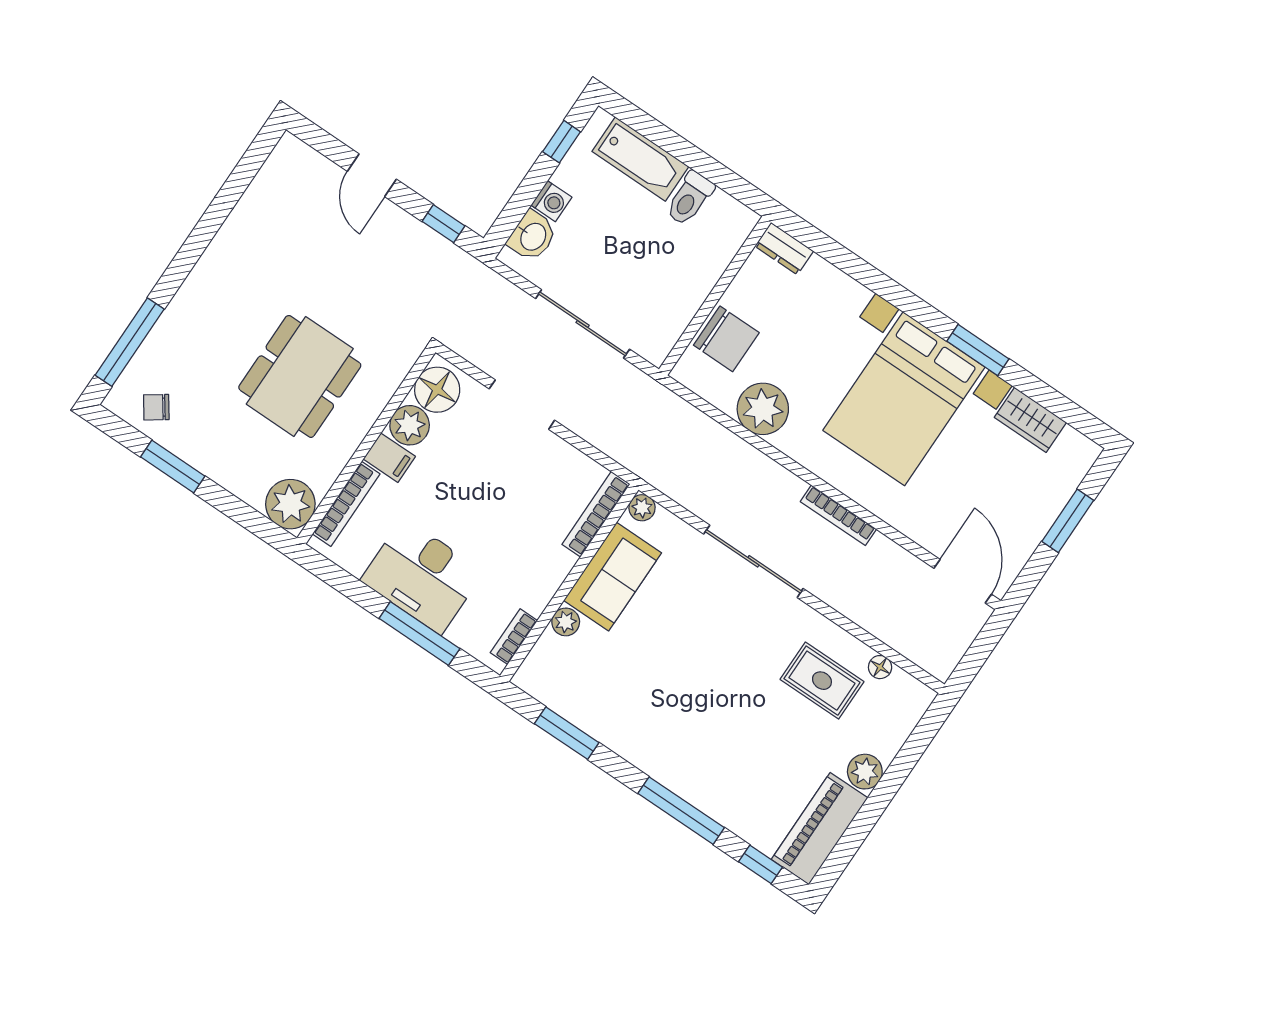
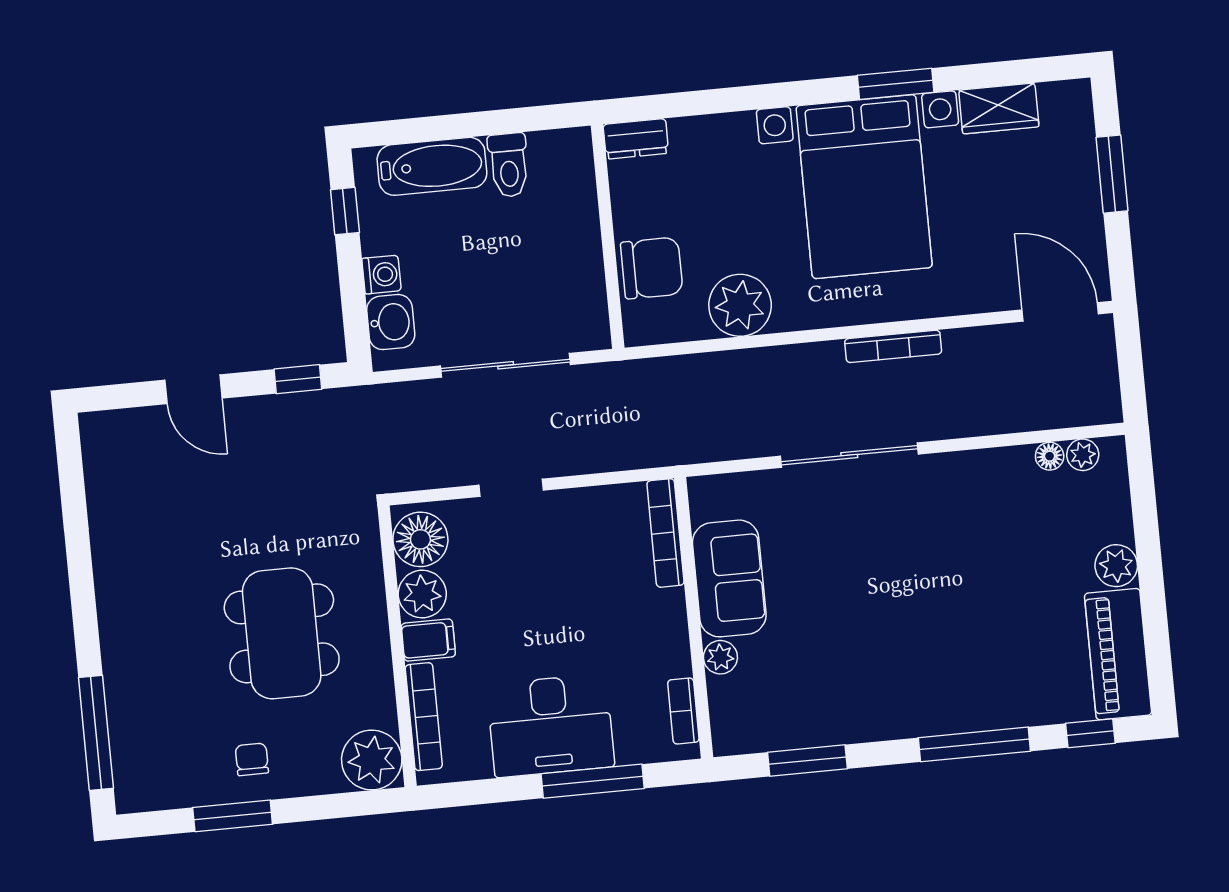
doorway: (522, 405) -> (511, 488), width x0.73
chair: (156, 407) -> (252, 759), moved, turned 125
plant: (642, 508) -> (1083, 455), moved
rug: (822, 681) -> (1006, 514), removed

